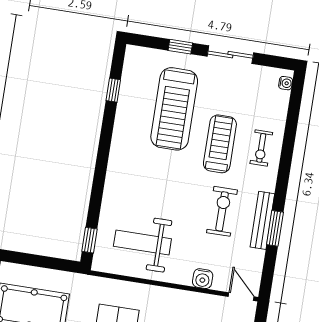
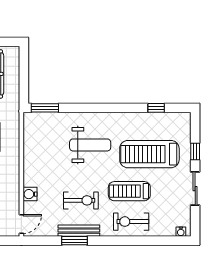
treadmill: (220, 144) -> (129, 191), turned 180
exercise bike: (261, 148) -> (131, 222), width x1.38, depth x1.39
window: (89, 240) -> (45, 108), width x1.50
weight bench: (142, 242) -> (90, 145), moved, turned 90

